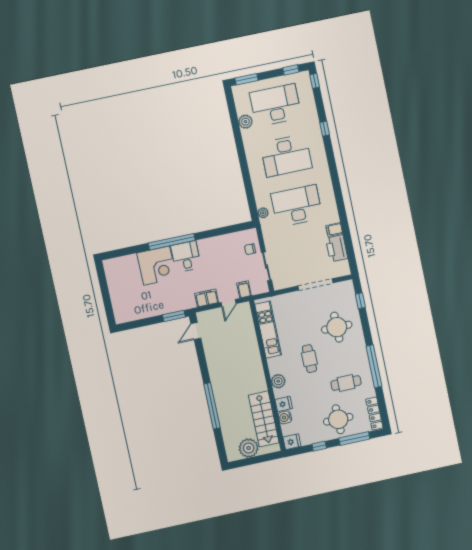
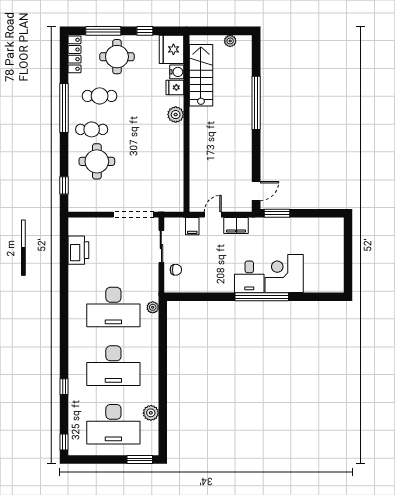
window: (291, 70) -> (88, 460), removed
desk: (286, 156) -> (113, 366), turned 180
filing cabinet: (334, 230) -> (77, 272), removed
doorway: (316, 284) -> (133, 215), moved
kitchen unit: (268, 330) -> (175, 175), removed
cafe table: (309, 359) -> (92, 129), moved, turned 90
fridge: (292, 442) -> (172, 49), width x1.88, depth x1.34
plant: (249, 448) -> (230, 41), width x0.53, depth x0.53

